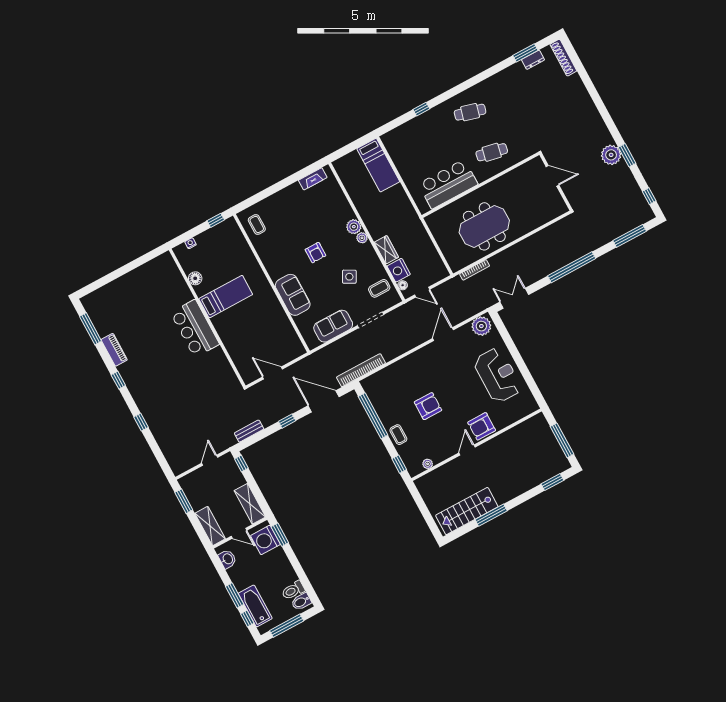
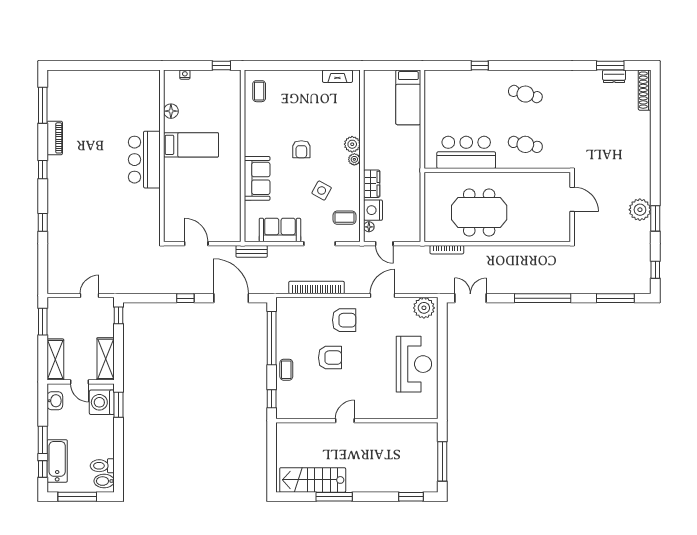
bookcase: (361, 370) -> (317, 287), moved
armchair: (482, 426) -> (344, 320), moved, turned 180
bench: (249, 431) -> (252, 251), moved
plant: (428, 464) -> (299, 413), removed

